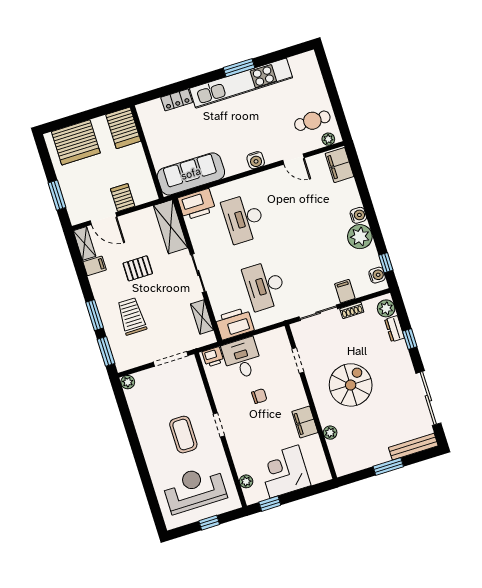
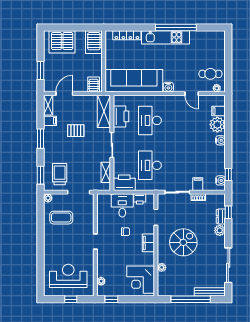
window: (239, 68) -> (176, 28), width x2.11
kitchen unit: (241, 83) -> (166, 37), width x0.73
locker: (177, 100) -> (127, 35), width x1.53
filing cabinet: (339, 165) -> (219, 111), width x0.50
sofa: (191, 174) -> (134, 81), width x1.36, depth x1.27
server rack: (123, 197) -> (94, 84), moved
printer: (197, 204) -> (121, 116), moved, turned -90
door: (103, 219) -> (64, 94), swing flipped
plant: (360, 237) -> (217, 125), moved
plant: (386, 308) -> (220, 230), moved
window: (95, 315) -> (41, 139), moved
trolley: (132, 316) -> (60, 174), moved
window: (410, 339) -> (228, 212), moved
printer: (213, 357) -> (140, 199), moved
filing cabinet: (305, 422) -> (148, 243), moved
coffee table: (183, 435) -> (61, 218), moved, turned 90
window: (388, 466) -> (191, 299), width x2.11
corner desk: (284, 472) -> (141, 280), moved, turned -90

